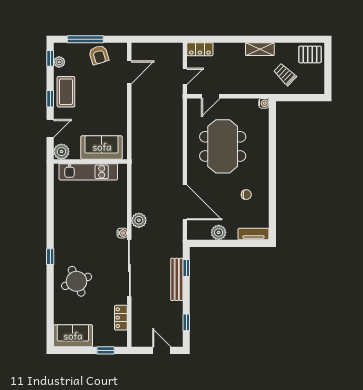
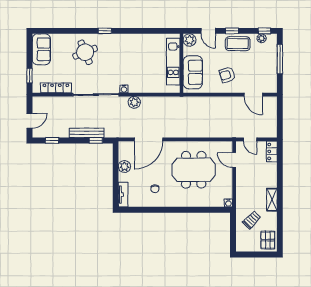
armchair: (99, 55) -> (227, 75), moved
locker: (121, 318) -> (56, 88), width x1.53

